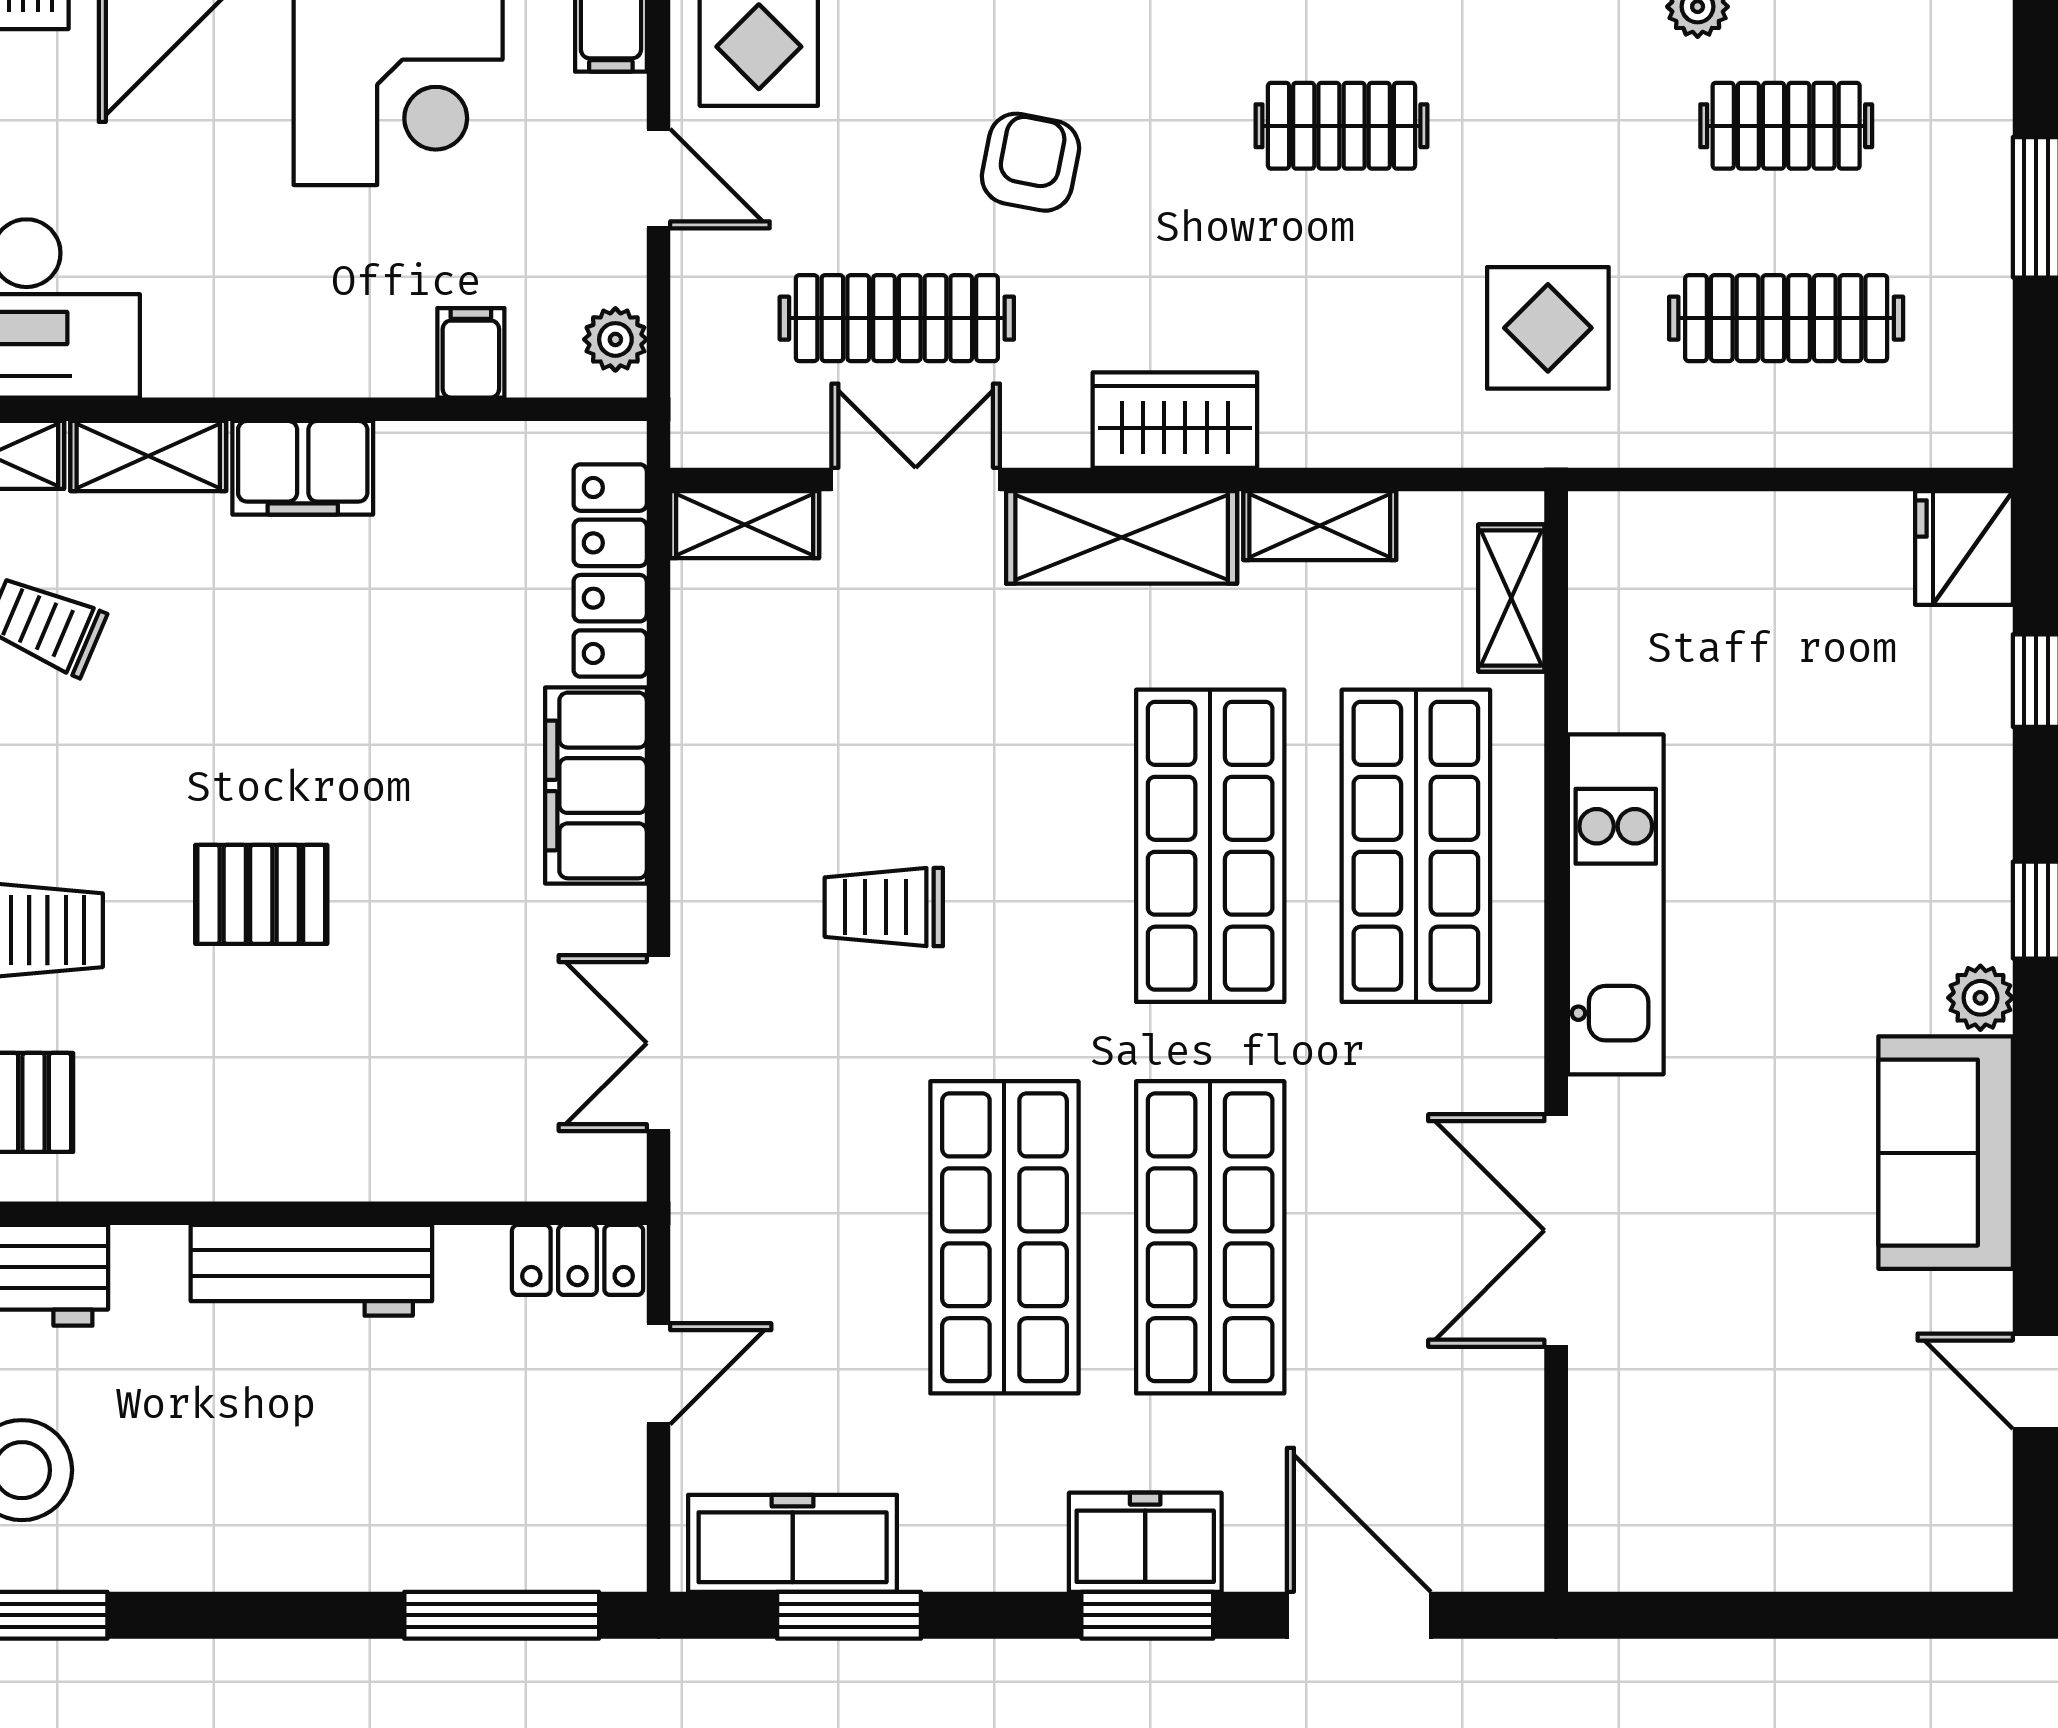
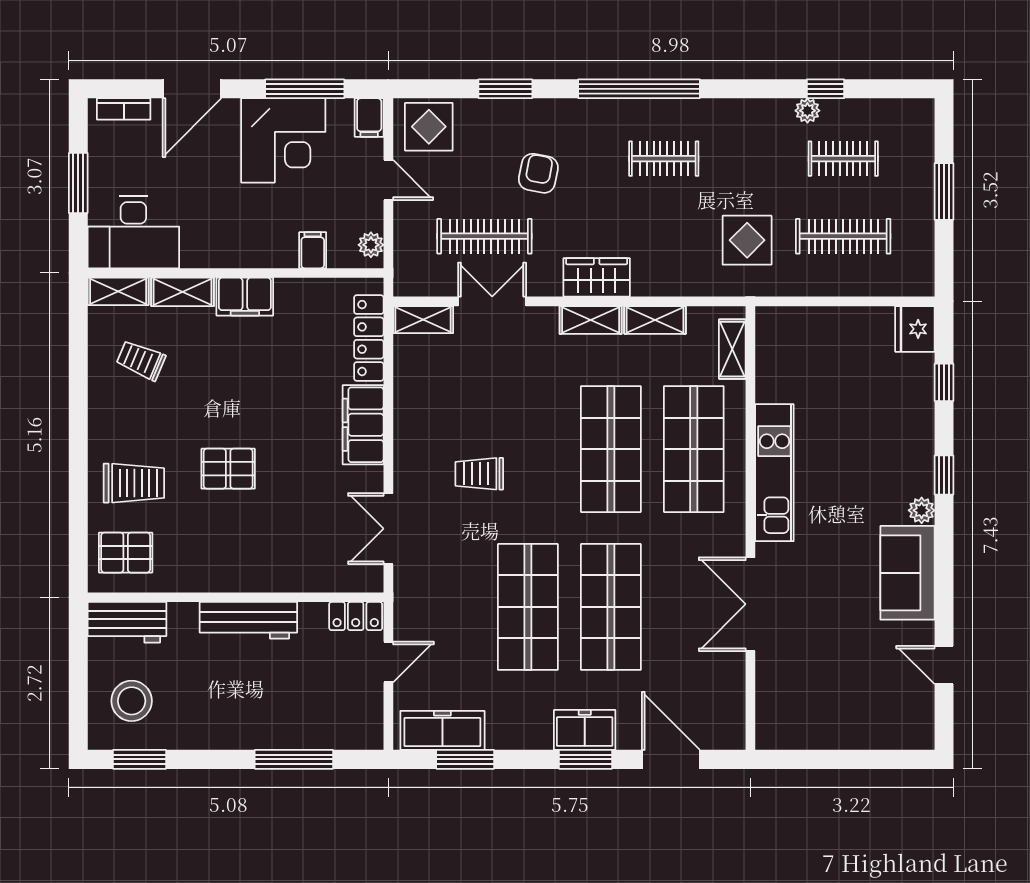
shelving: (1122, 537) -> (591, 320), width x0.67, depth x0.75
window: (502, 1615) -> (294, 759), moved

